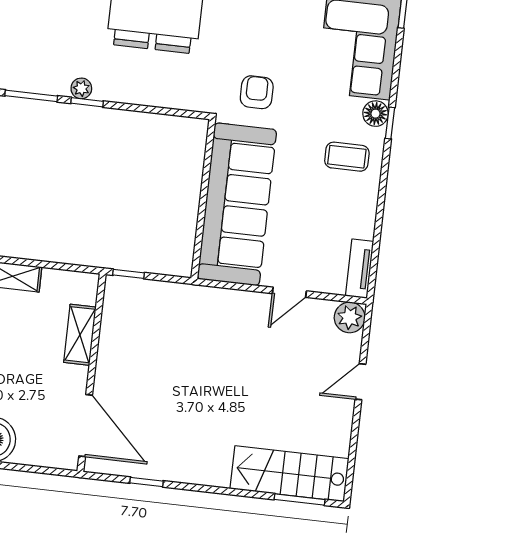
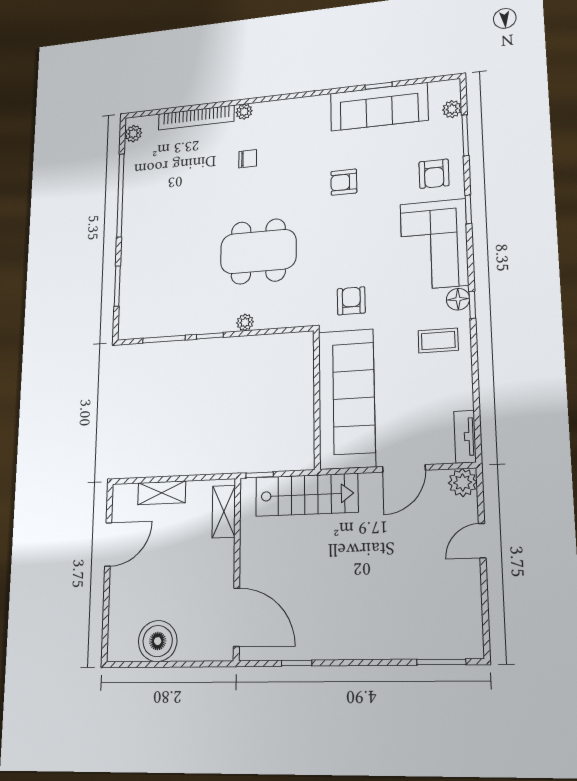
plant: (81, 88) -> (245, 322), moved
door: (289, 292) -> (404, 468), width x1.38
shelving: (80, 335) -> (224, 512), moved
stairs: (289, 474) -> (307, 495), moved, turned 180

